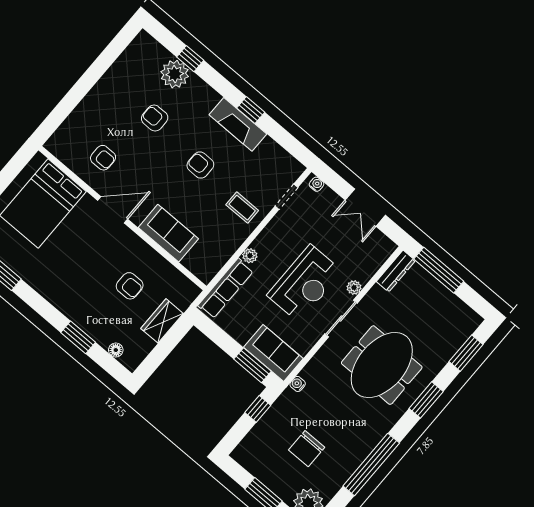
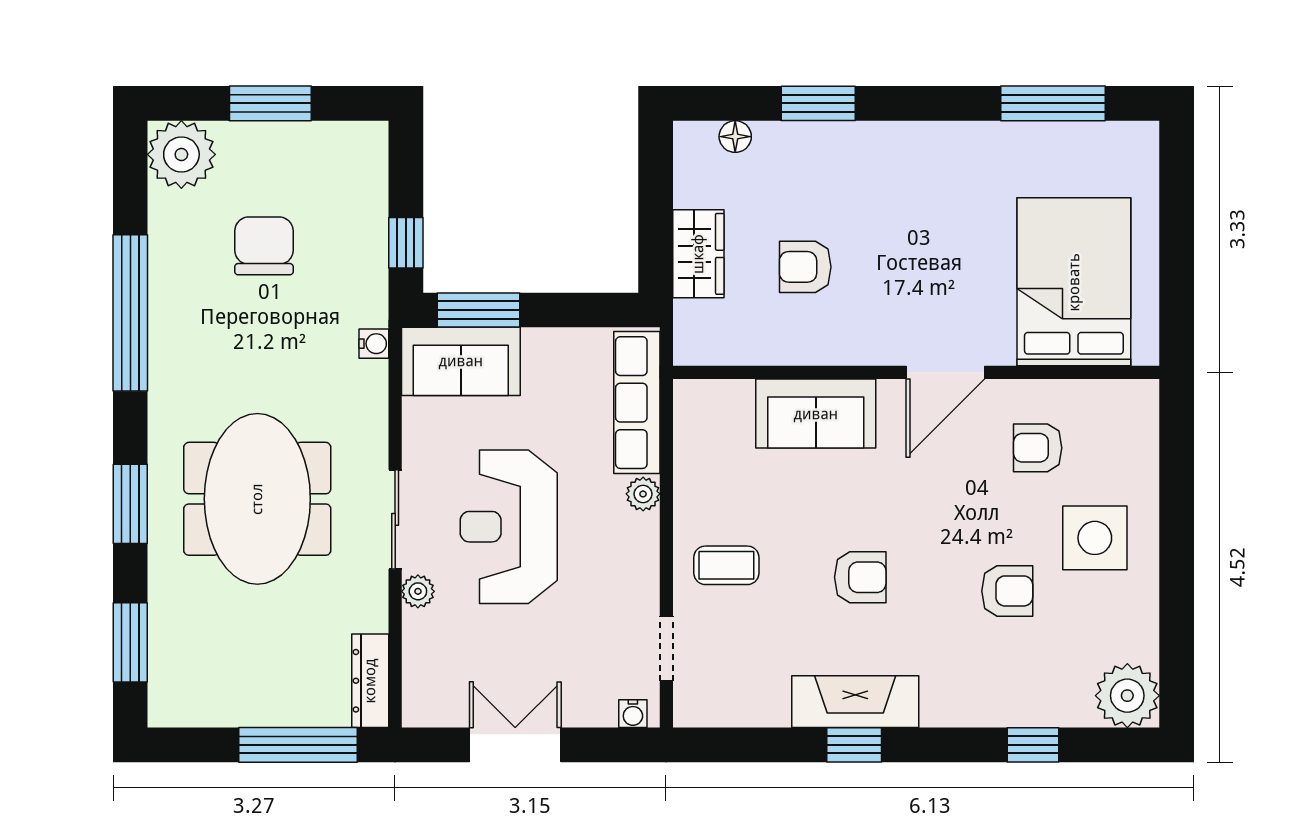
plant: (175, 74) -> (1127, 696), moved
side table: (110, 111) -> (1095, 538), added

